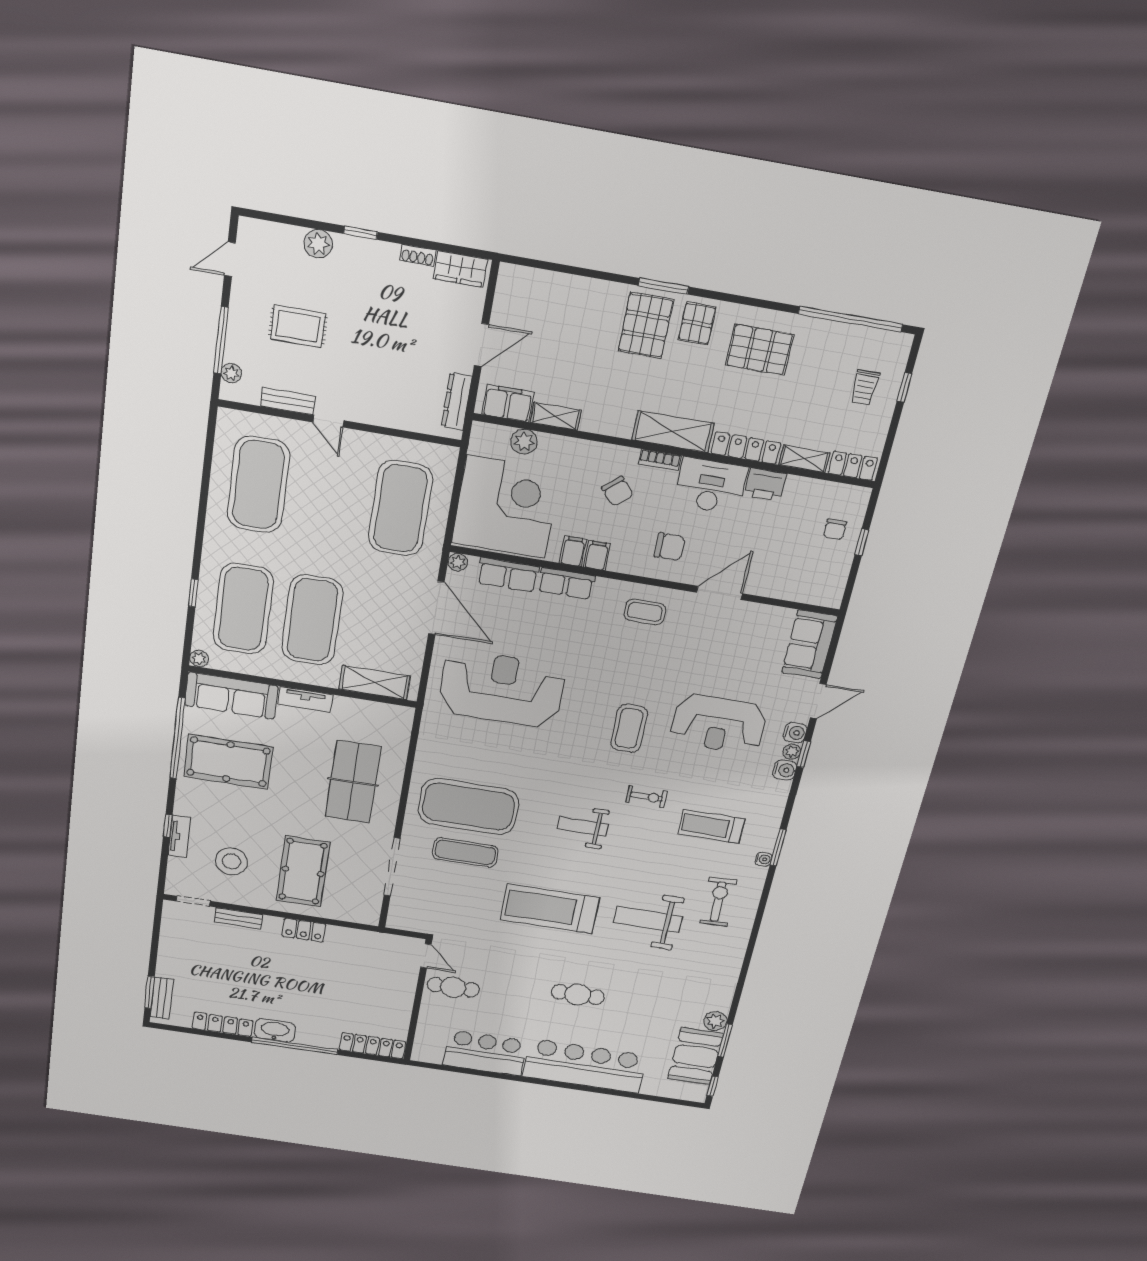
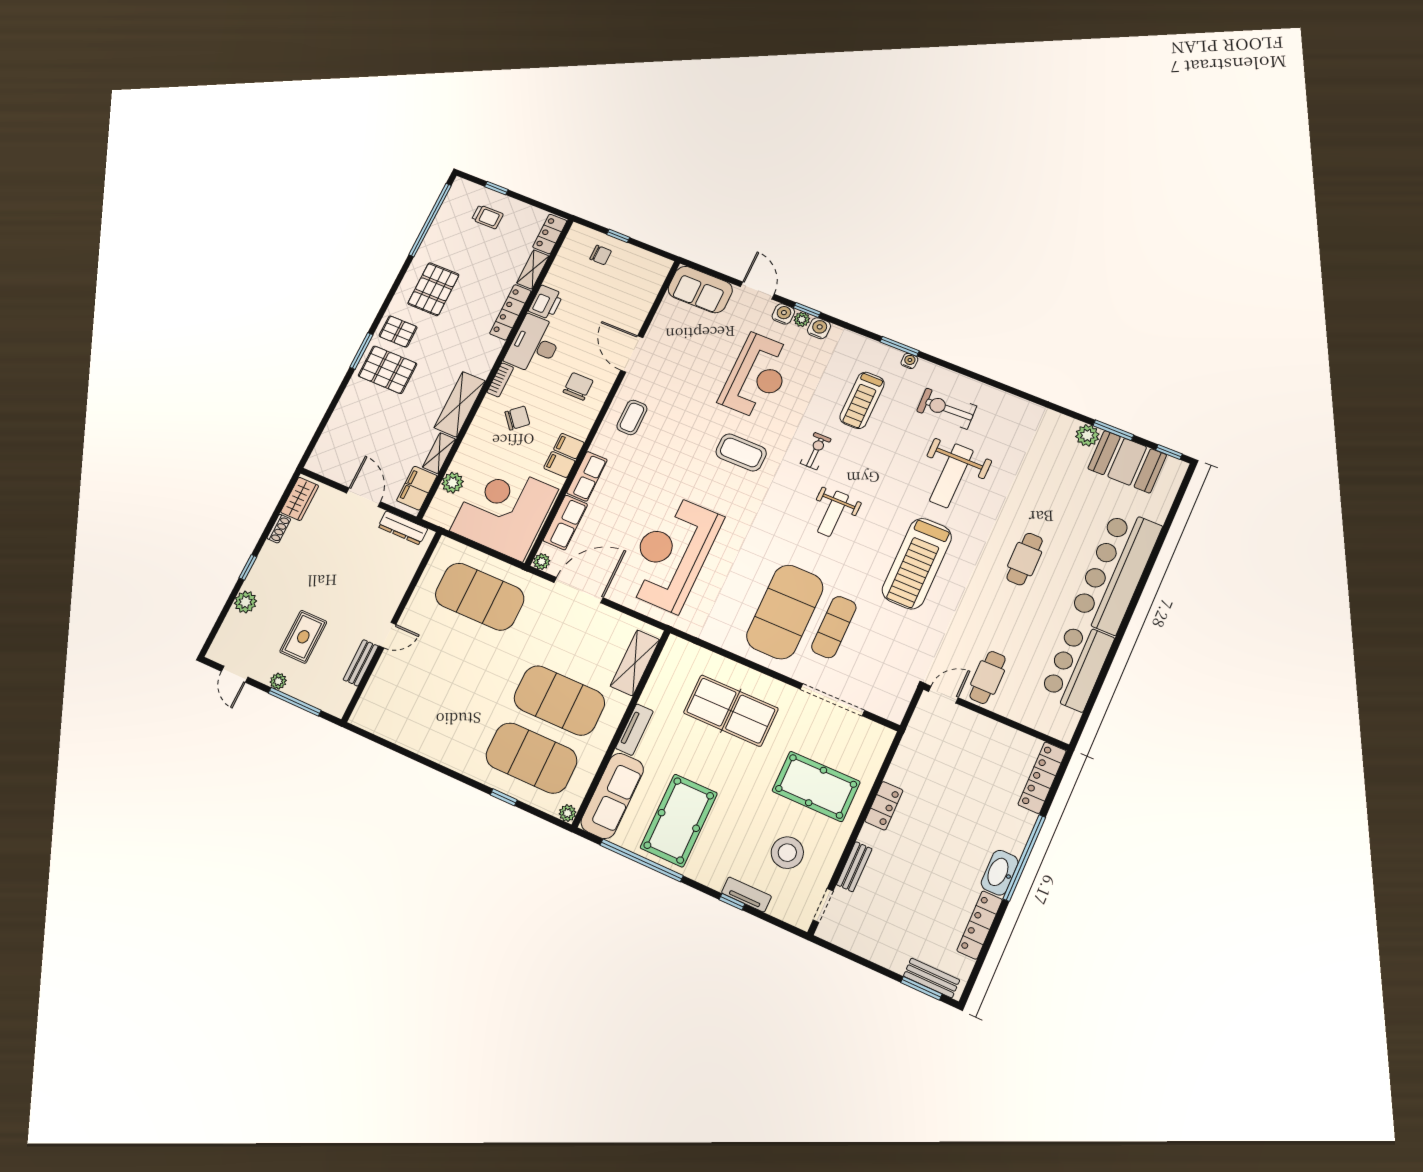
plant: (231, 373) -> (278, 681), moved
shelving: (673, 432) -> (460, 404), moved
exercise mat: (258, 485) -> (423, 709), removed

